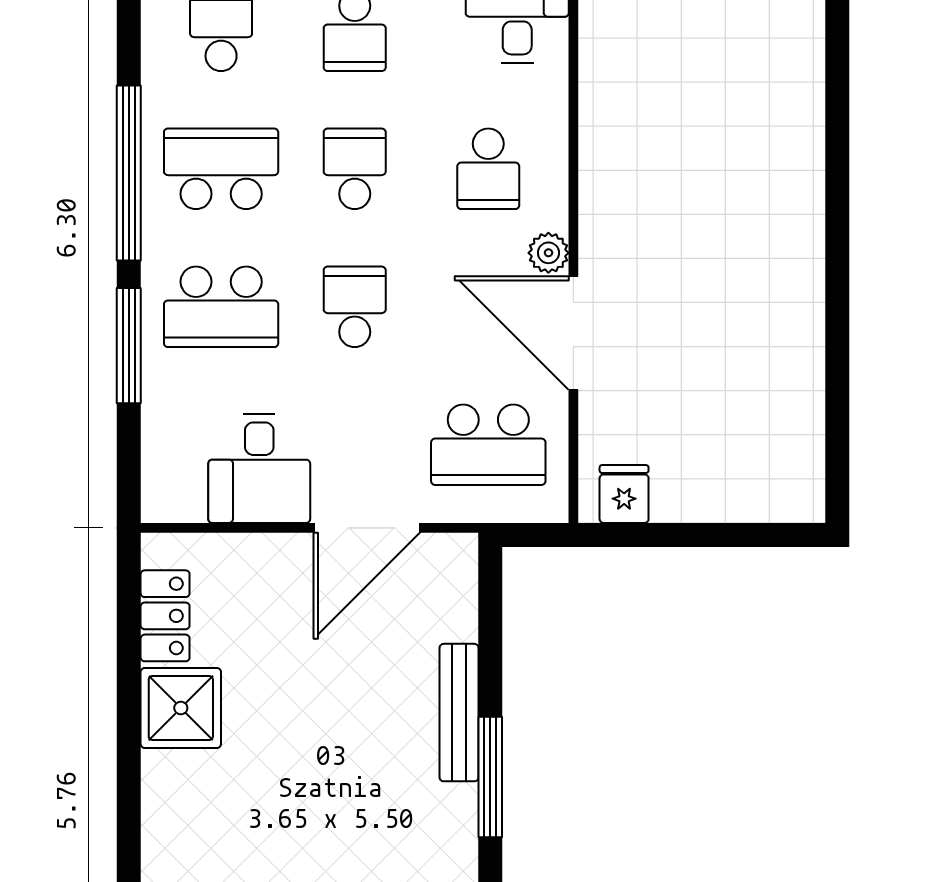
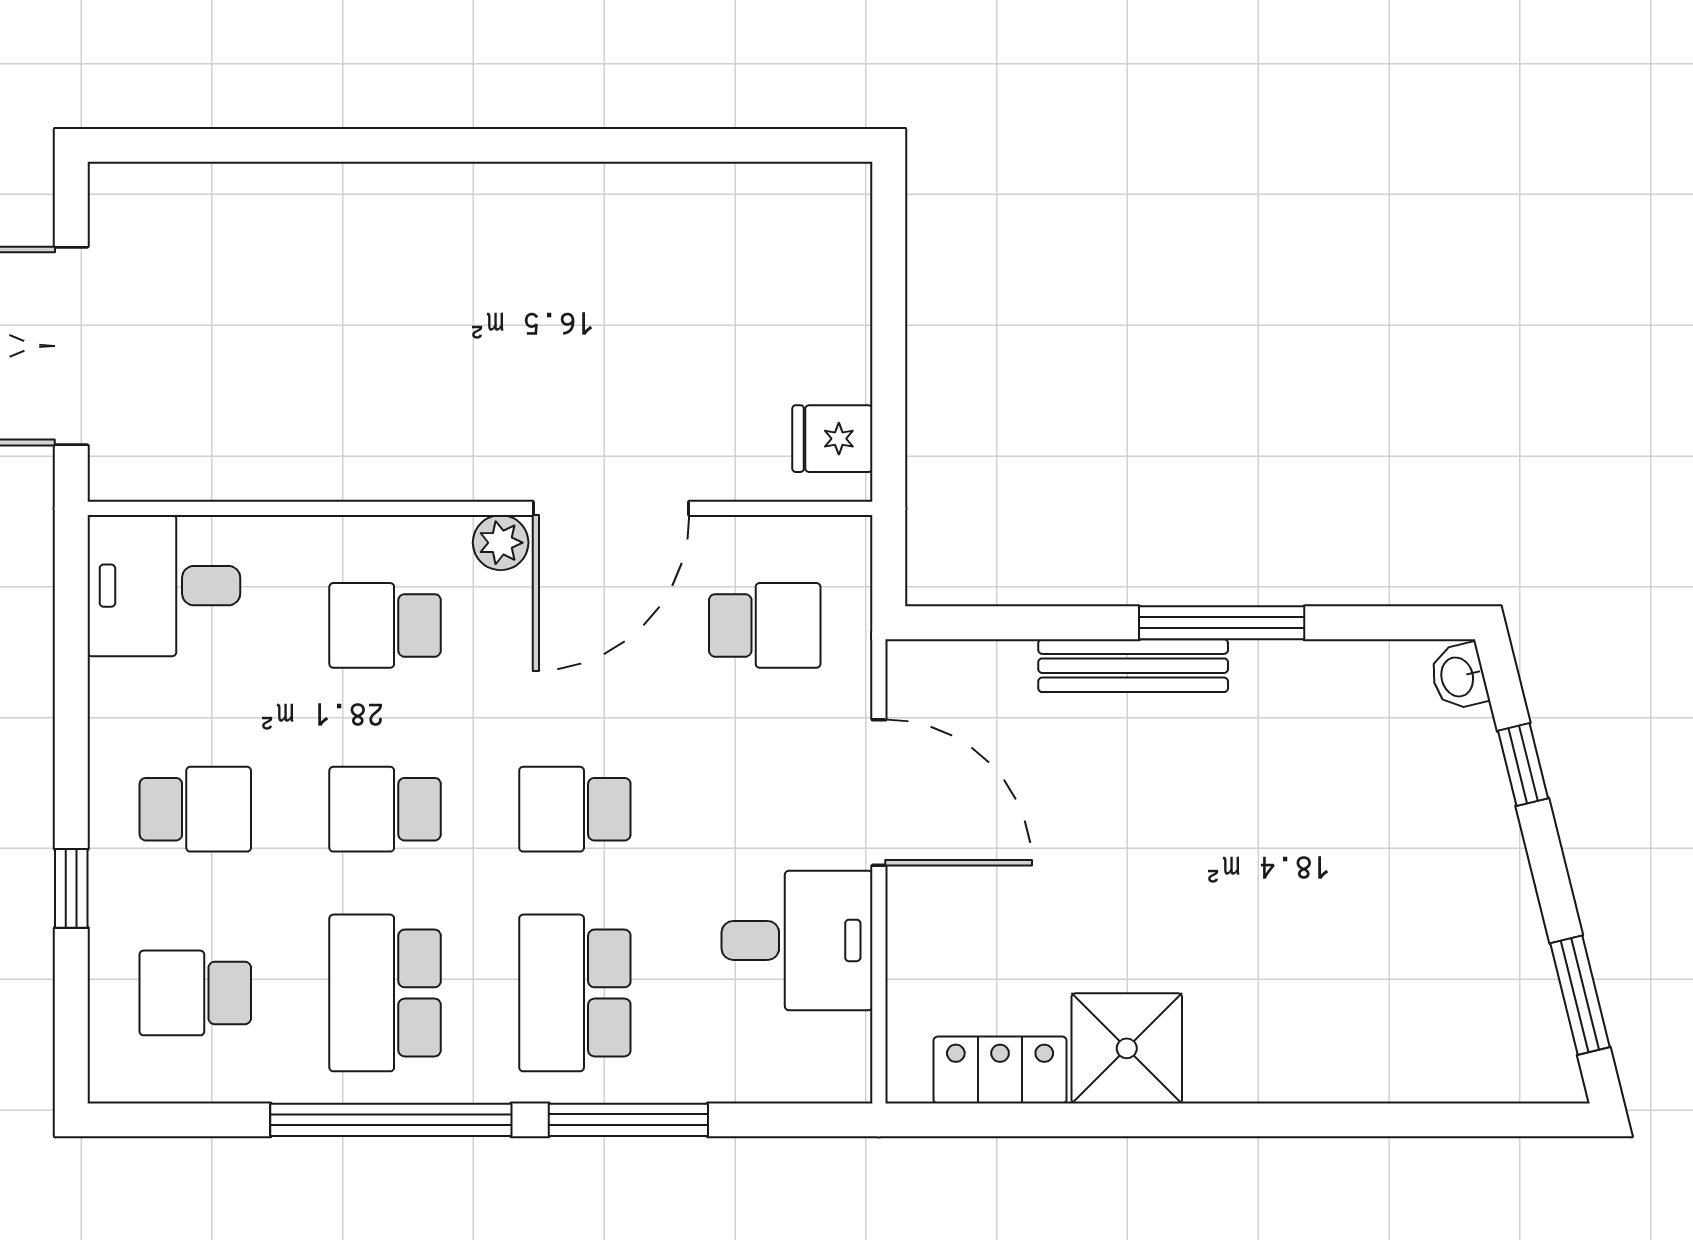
school desk: (488, 169) -> (385, 625), turned 180
school desk: (221, 307) -> (575, 993), turned 180
school desk: (488, 445) -> (765, 625), width x0.54

